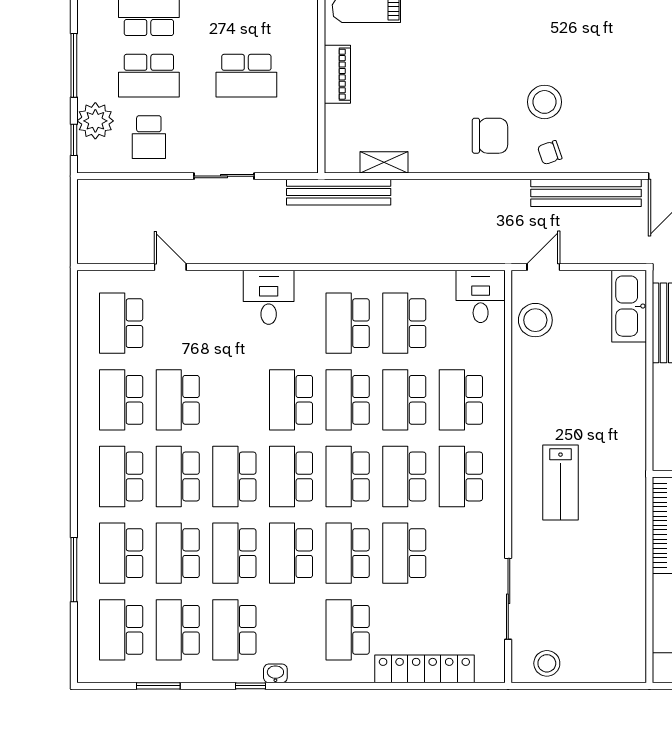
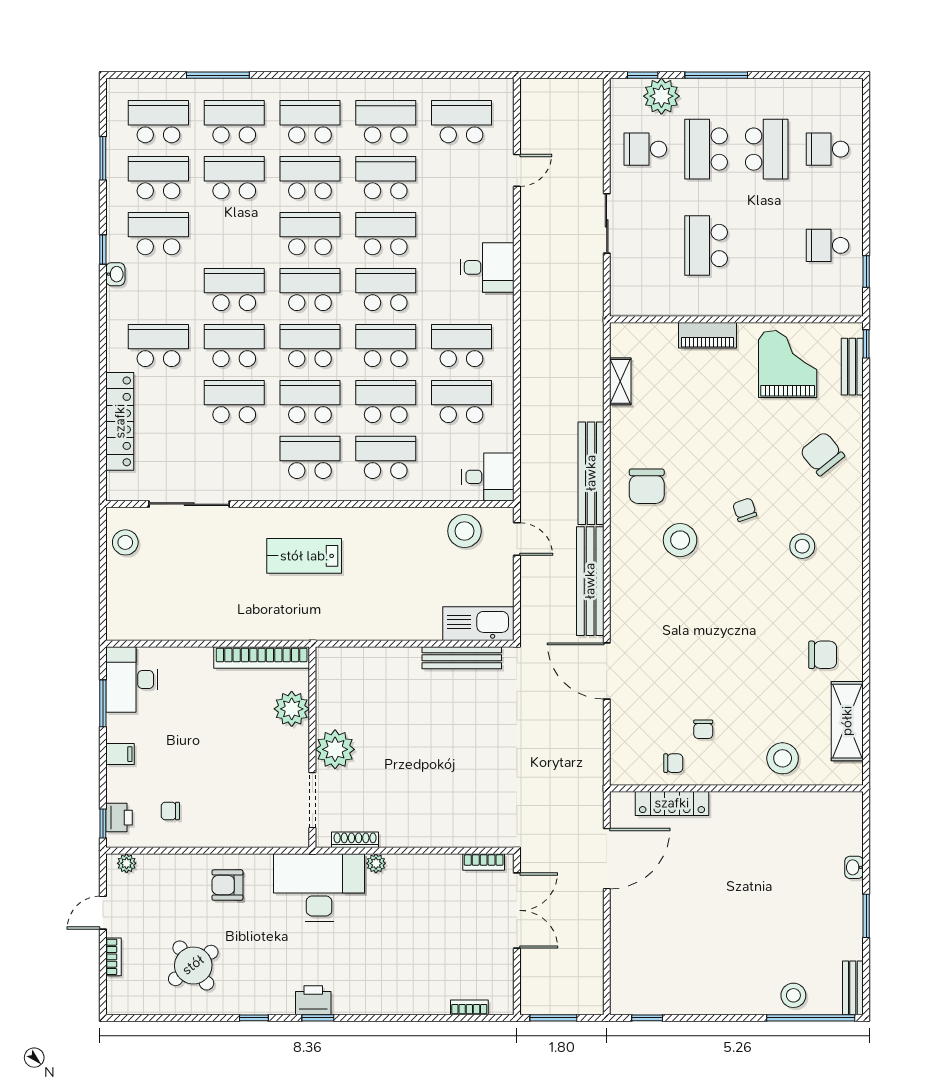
chair: (550, 153) -> (745, 510), moved
bench: (339, 192) -> (591, 473), moved
school desk: (234, 553) -> (386, 234), moved

